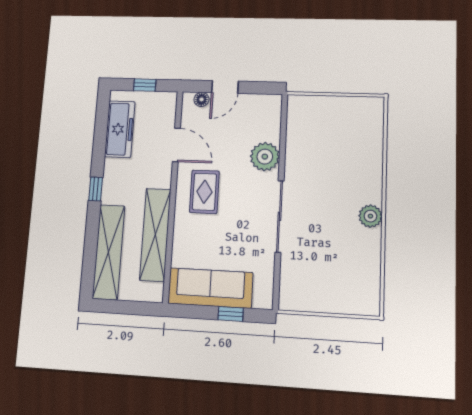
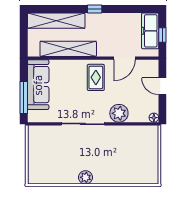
floor lamp: (201, 99) -> (154, 118), moved
freezer: (120, 129) -> (150, 31), moved, turned 90
rug: (204, 192) -> (96, 77), turned 90
window: (231, 314) -> (24, 98), width x2.17

